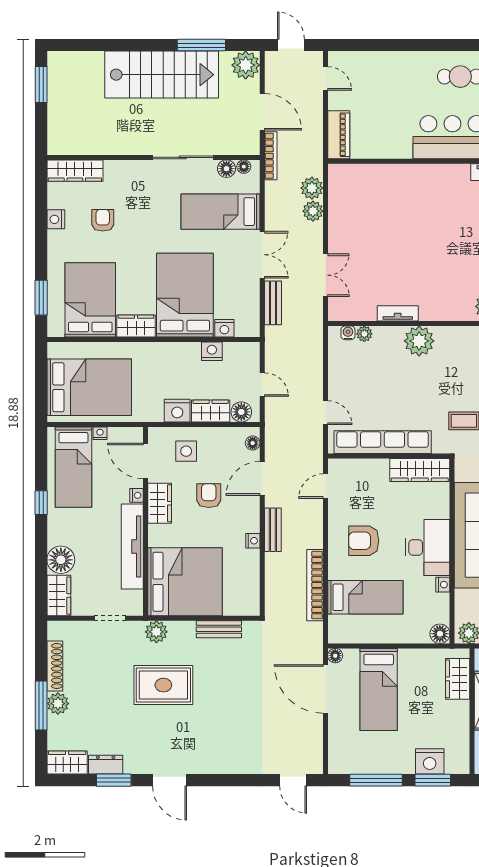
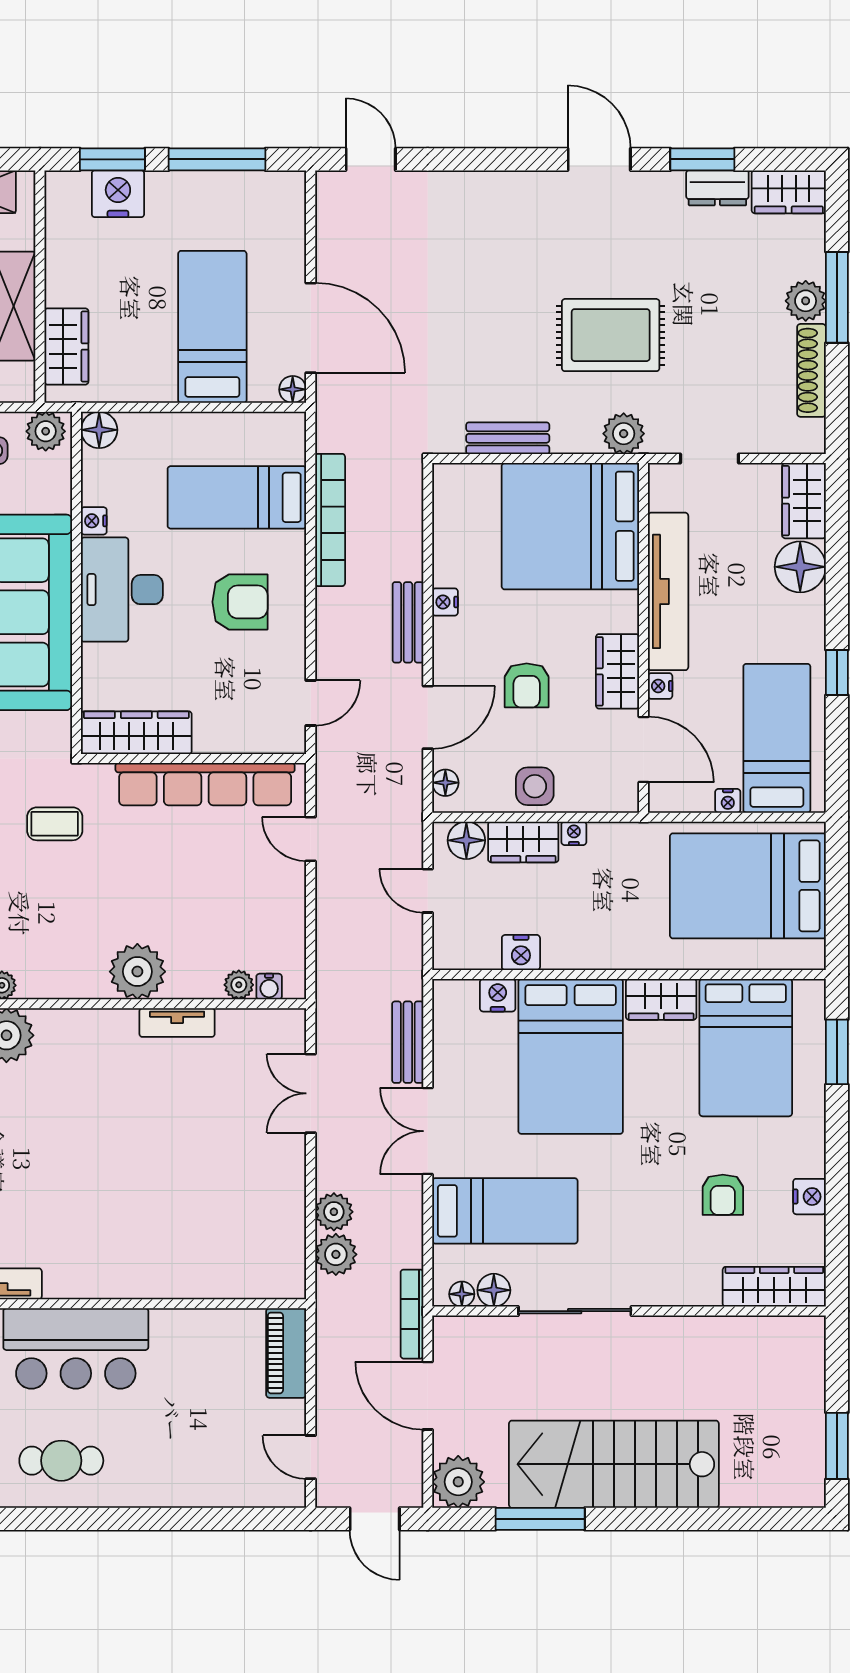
nightstand: (177, 411) -> (574, 833), width x0.53, depth x0.56
side table: (186, 451) -> (535, 786), moved

